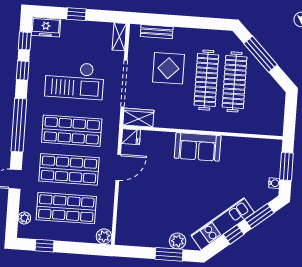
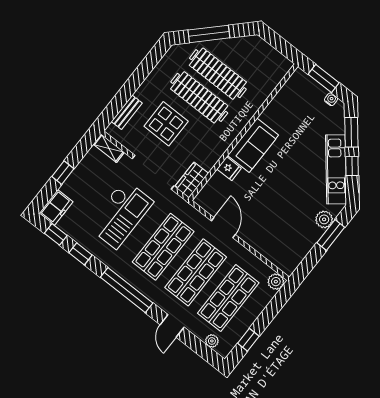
fridge: (131, 137) -> (229, 169), moved, turned 90

